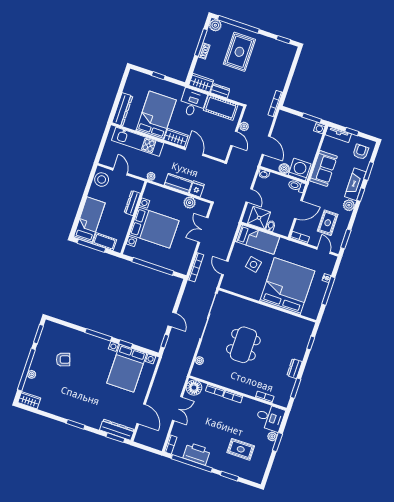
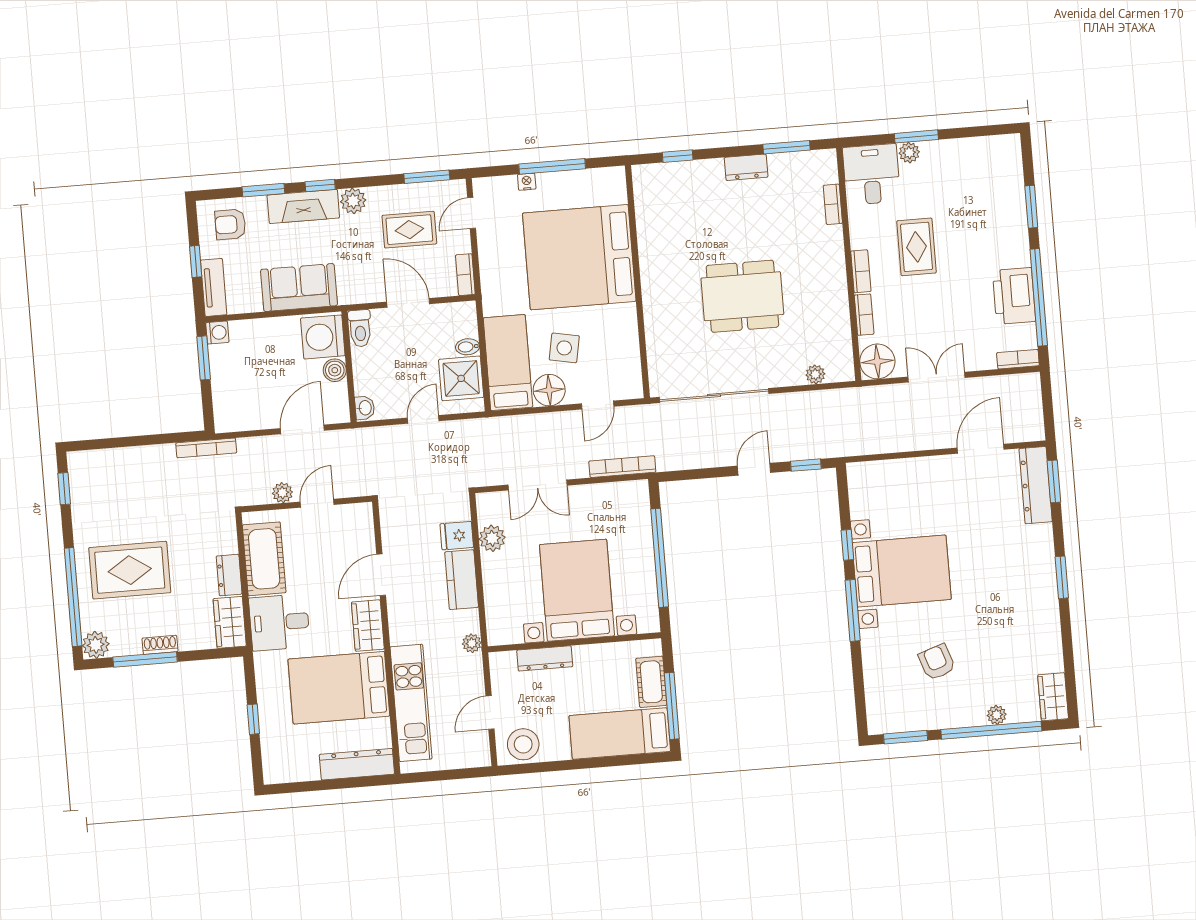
floor lamp: (239, 251) -> (549, 390), added
bed with nightstands: (127, 368) -> (902, 571), moved
rug: (241, 449) -> (916, 247), moved

